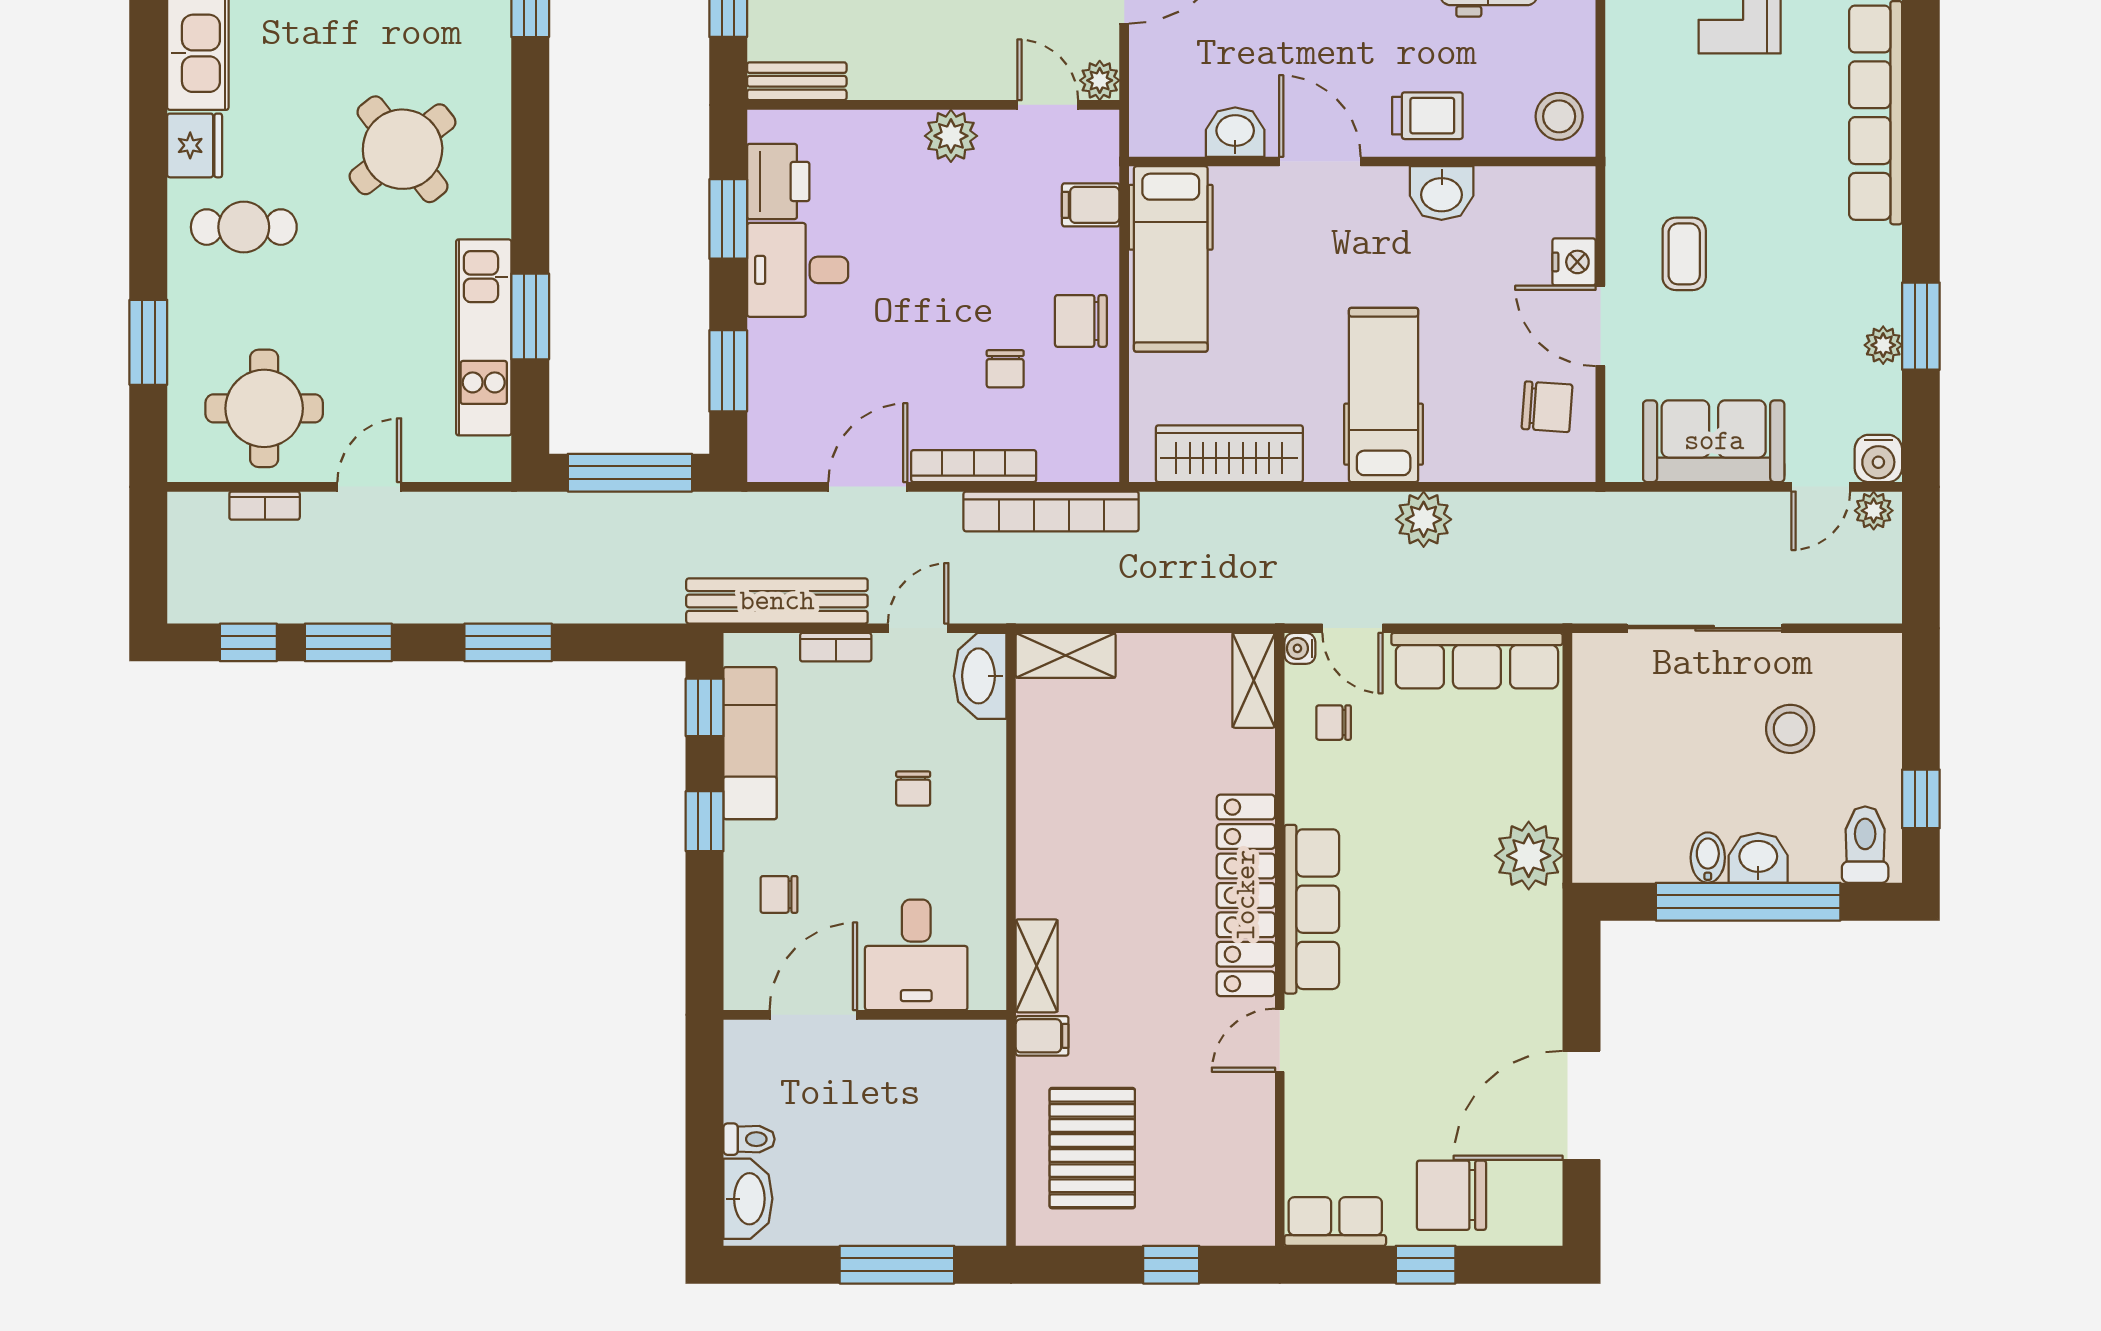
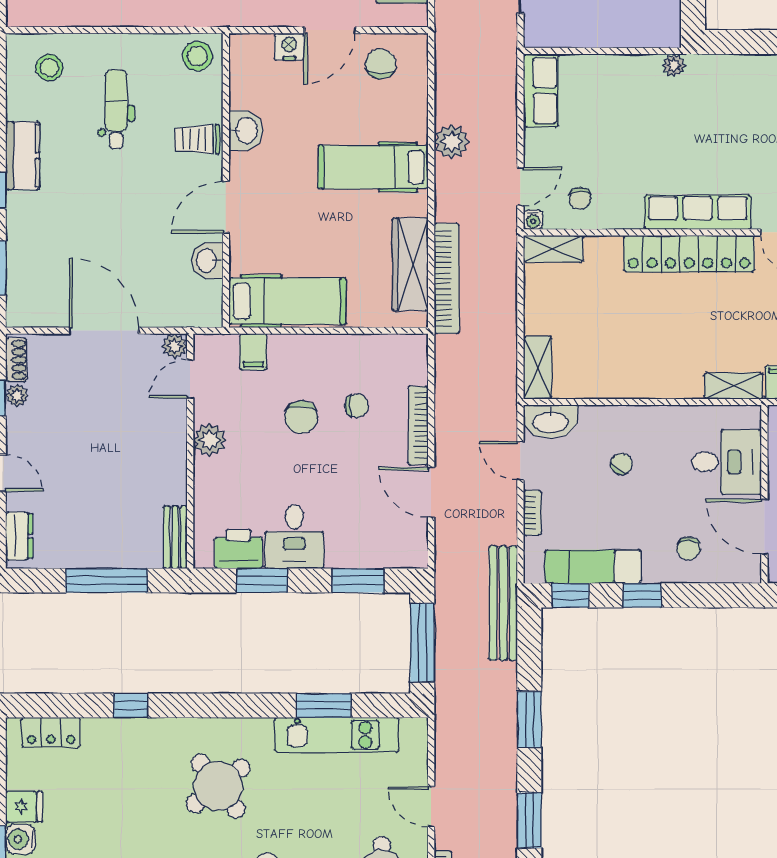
trolley: (1427, 116) -> (197, 139), turned -90
chair: (1081, 321) -> (301, 417), moved
bookcase: (1051, 511) -> (447, 279), moved
bench: (777, 601) -> (503, 603), moved
row of seats: (1477, 661) -> (541, 90), width x0.68
chair: (913, 789) -> (622, 464), turned -56
plant: (1529, 856) -> (674, 65), width x0.53, depth x0.53

